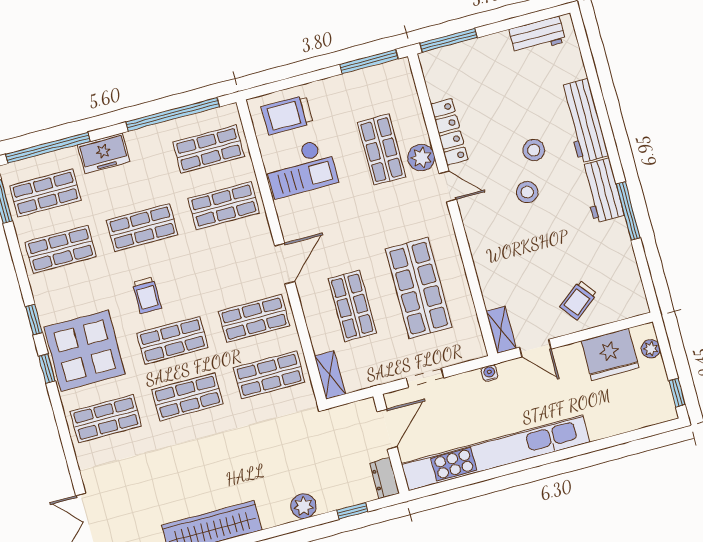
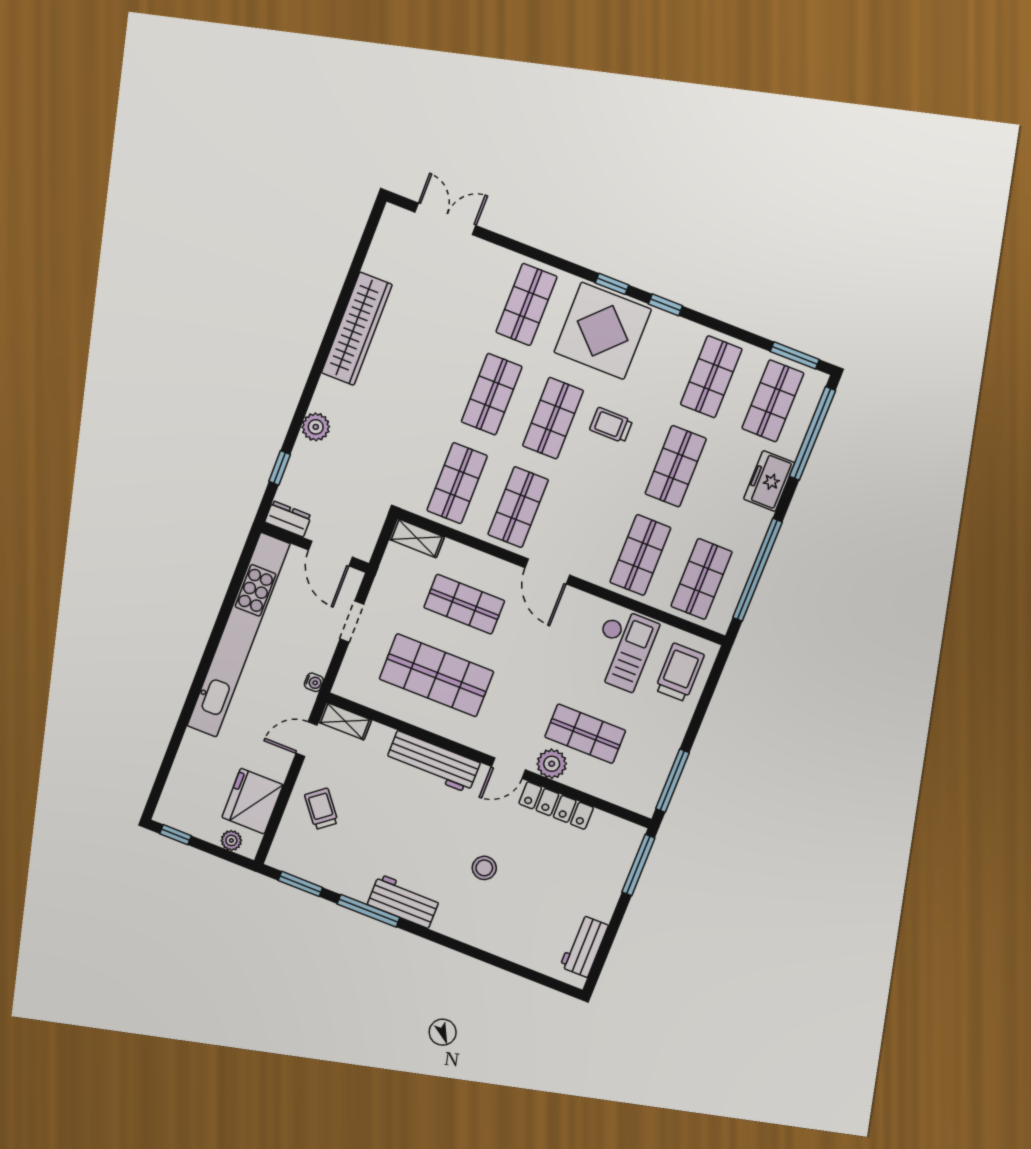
workbench: (584, 121) -> (433, 762), moved, turned 180
checkout: (301, 168) -> (622, 649), turned 180
stool: (527, 192) -> (451, 835), removed
window: (645, 275) -> (300, 884), added

